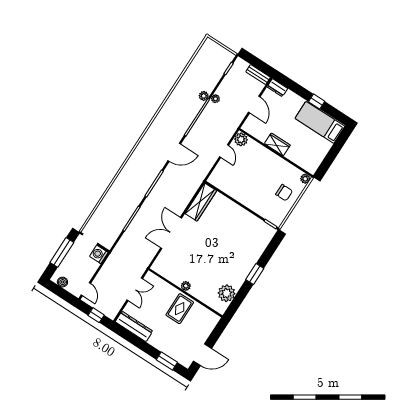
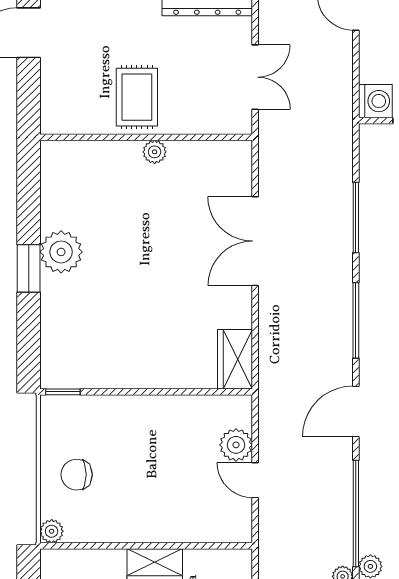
plant: (241, 139) -> (236, 445), moved
wardrobe: (201, 202) -> (235, 359), width x0.67
double door: (171, 233) -> (255, 241), swing flipped
double door: (135, 289) -> (255, 77), swing flipped
plant: (227, 293) -> (61, 252), moved

